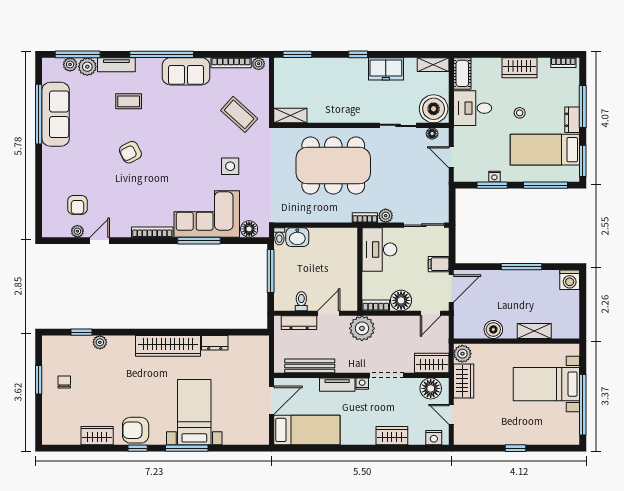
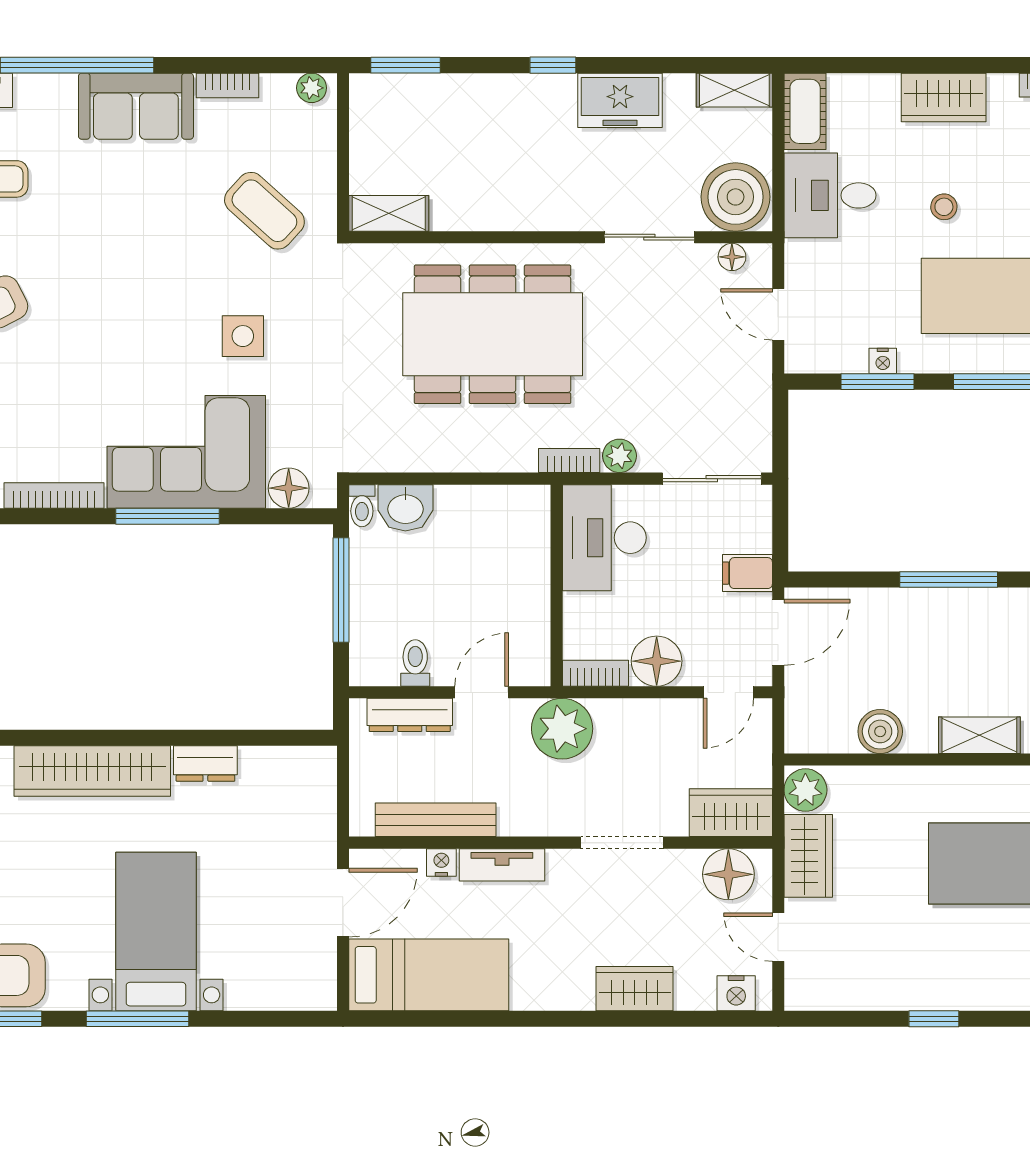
bookcase: (231, 63) -> (228, 85), width x0.64
nightstand: (362, 384) -> (441, 862), moved

